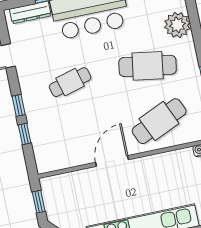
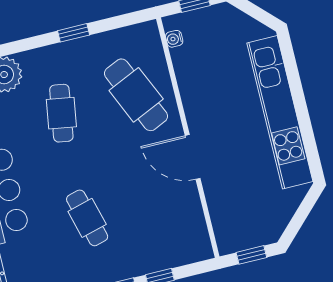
cafe table: (148, 66) -> (61, 113), width x0.73, depth x0.74

